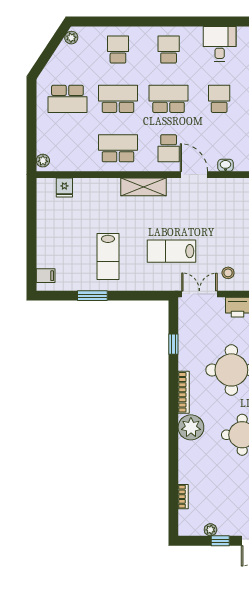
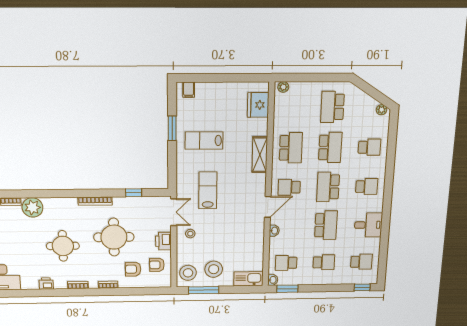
school desk: (169, 99) -> (328, 187), turned 180
school desk: (219, 99) -> (326, 225), width x1.85
fridge: (64, 187) -> (258, 105), width x1.88, depth x1.34
shelving: (143, 187) -> (260, 155), moved
plant: (191, 427) -> (32, 207), moved

